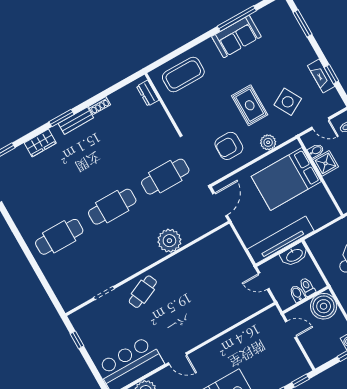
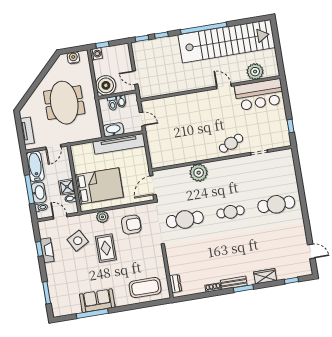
cafe table: (112, 207) -> (231, 212), width x0.73, depth x0.74

